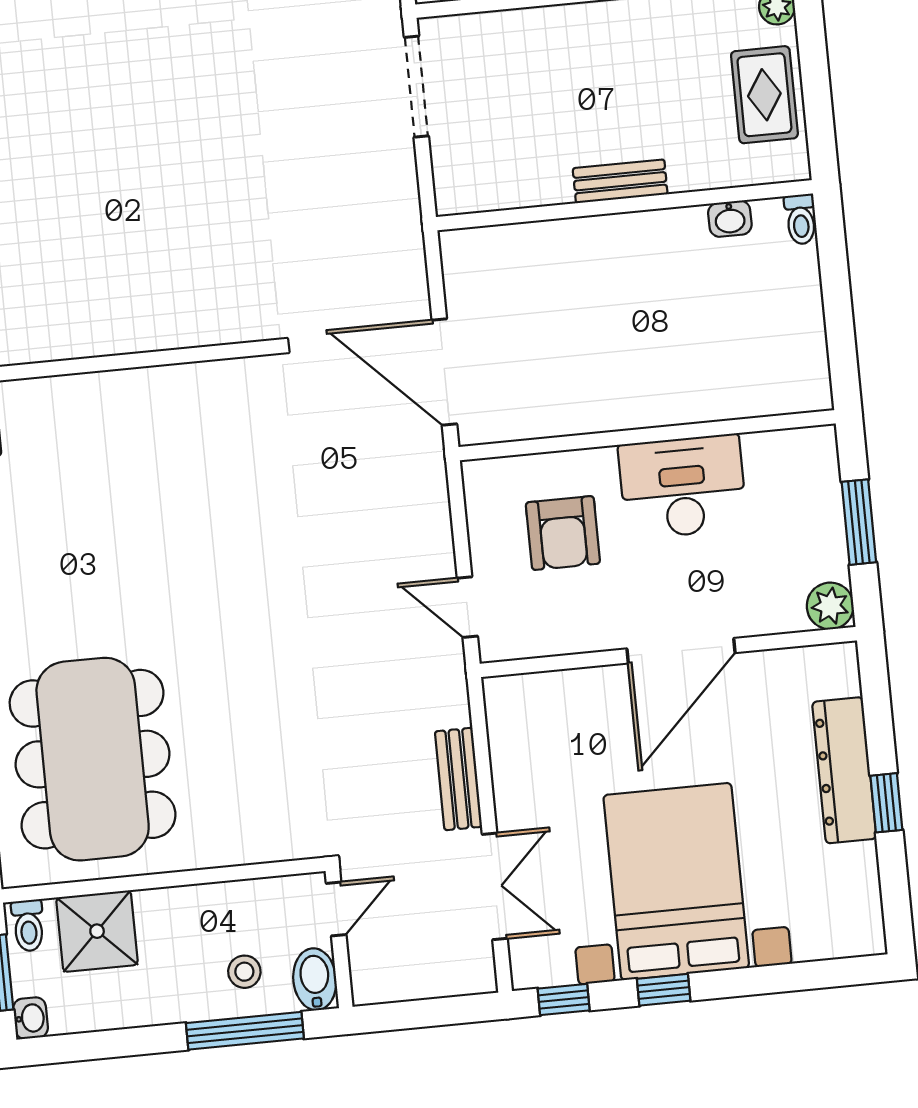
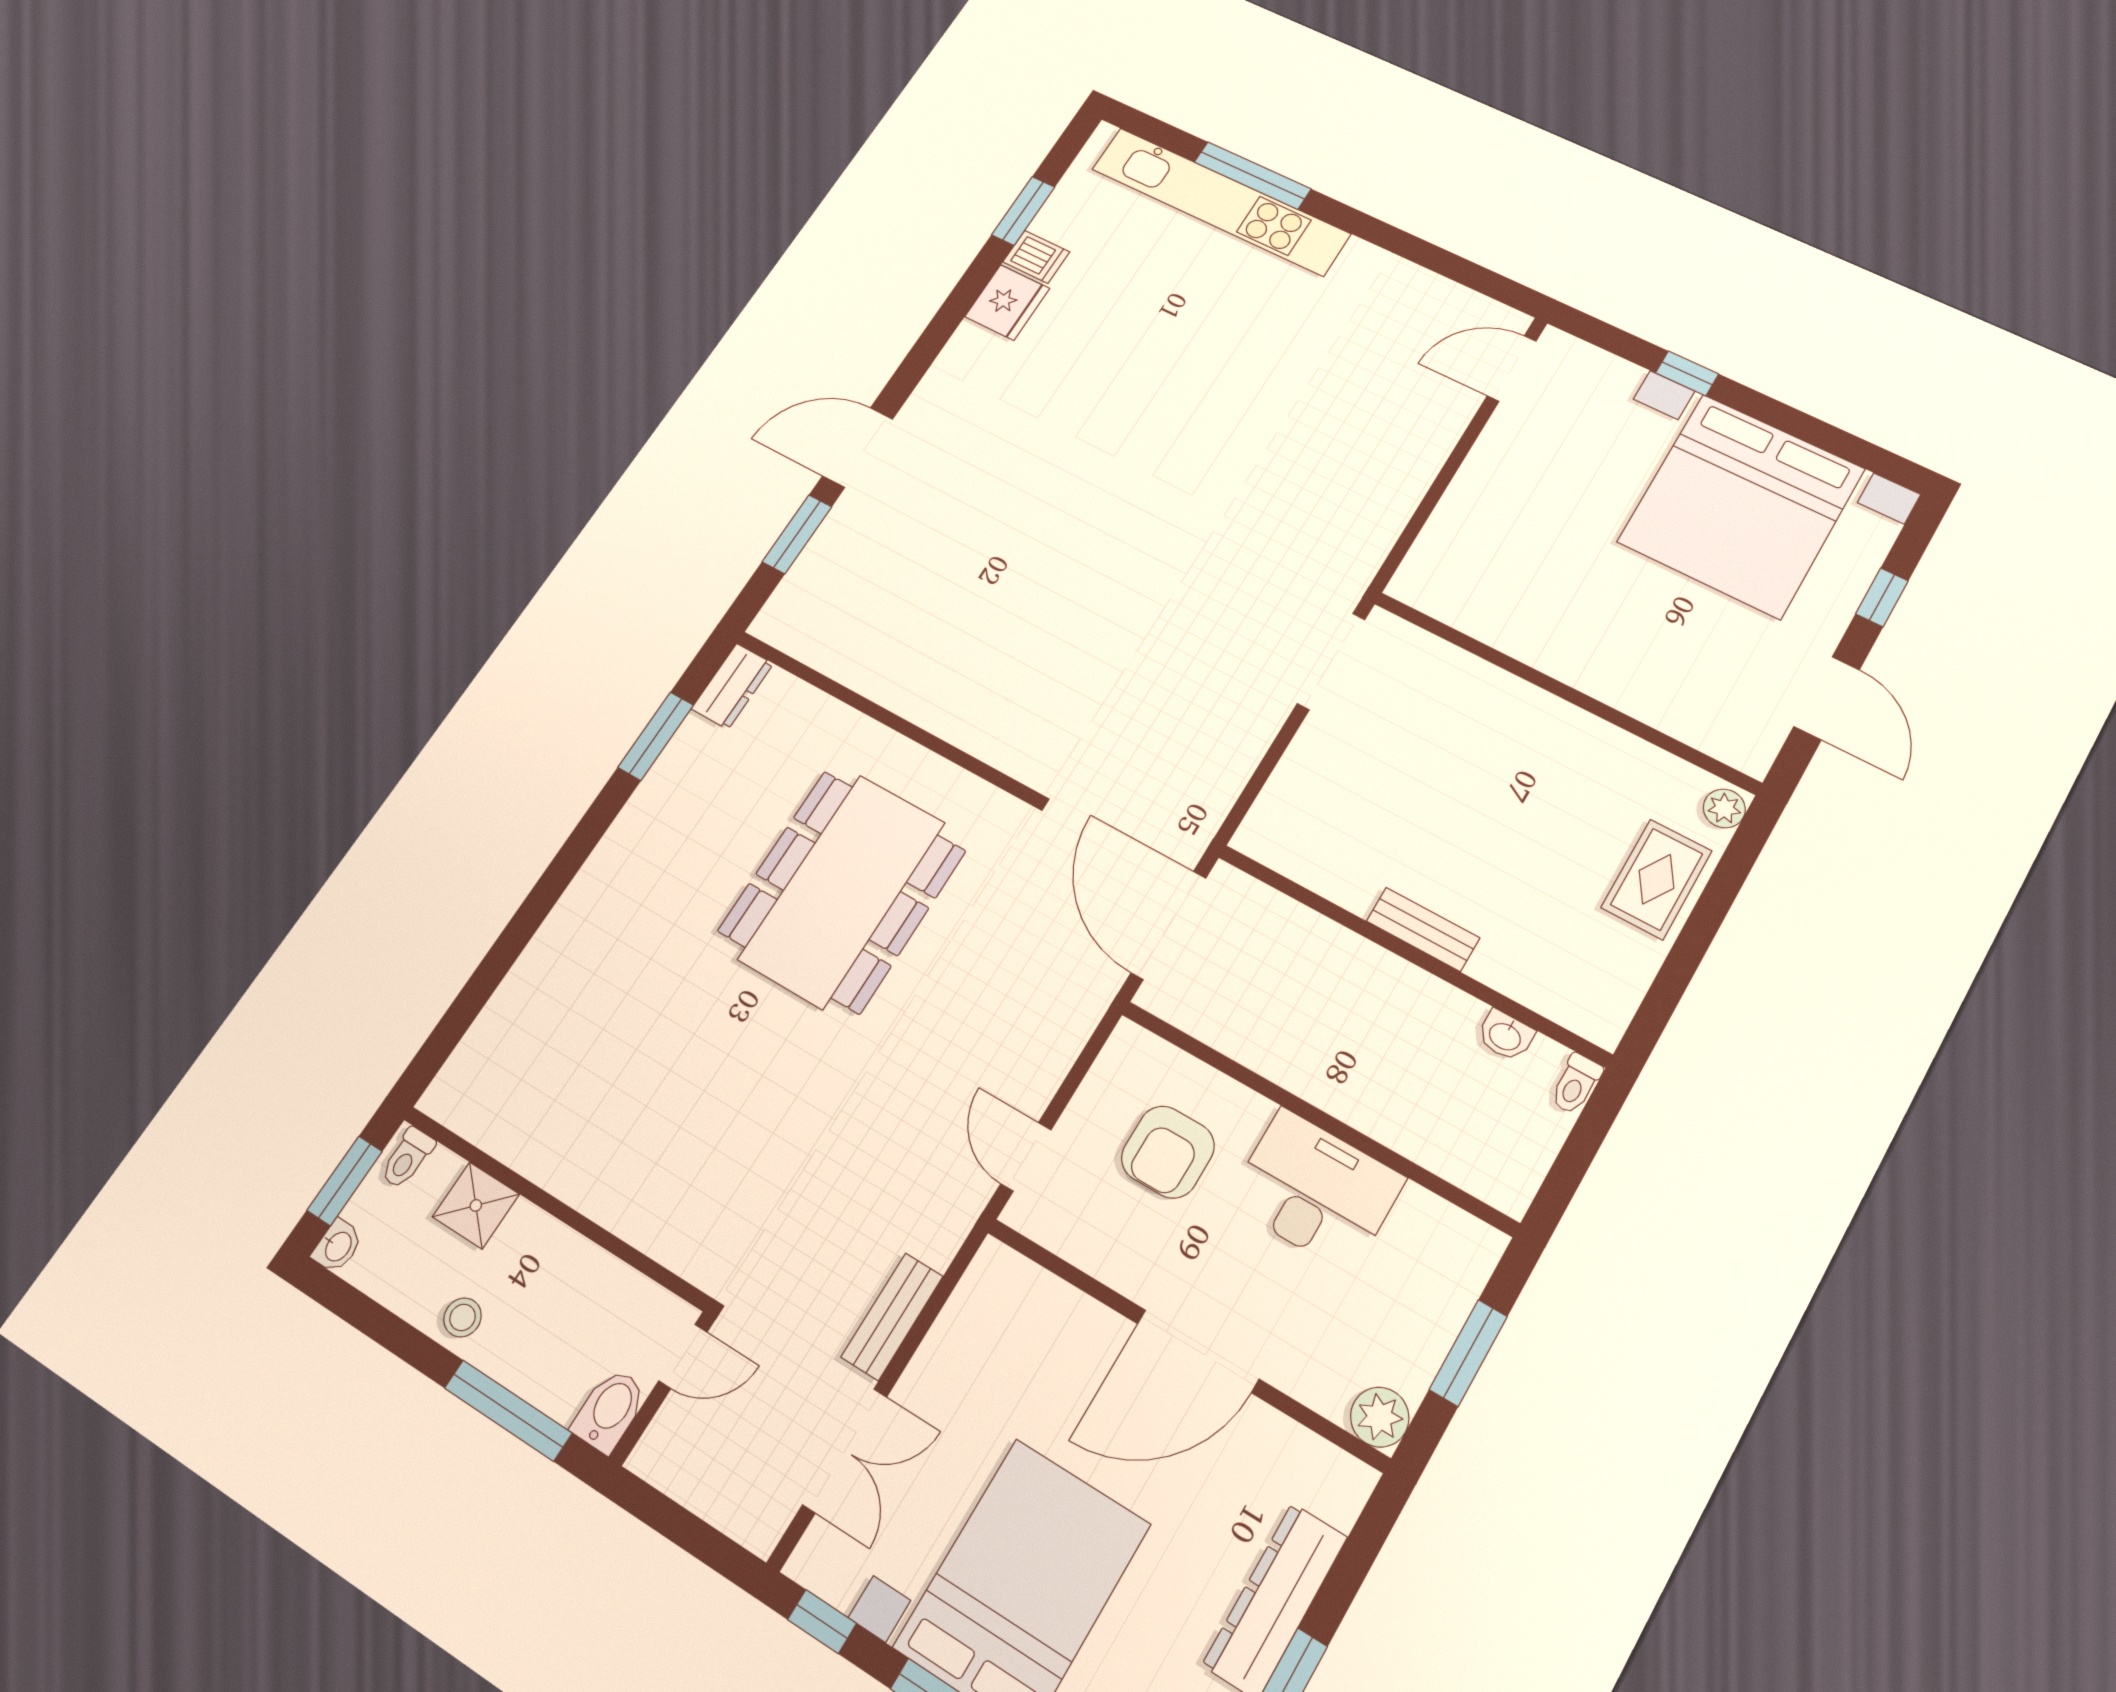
bench: (620, 181) -> (1423, 929), moved
wall: (625, 205) -> (1411, 954), moved
washbasin: (730, 219) -> (1505, 1036), moved
toilet: (801, 219) -> (1576, 1084), moved
dining table: (93, 759) -> (842, 891), moved
shower: (97, 931) -> (476, 1205), width x0.73, depth x0.73
stool: (244, 972) -> (463, 1317), moved

